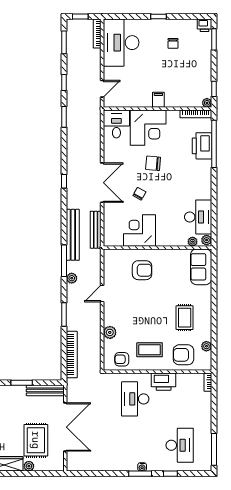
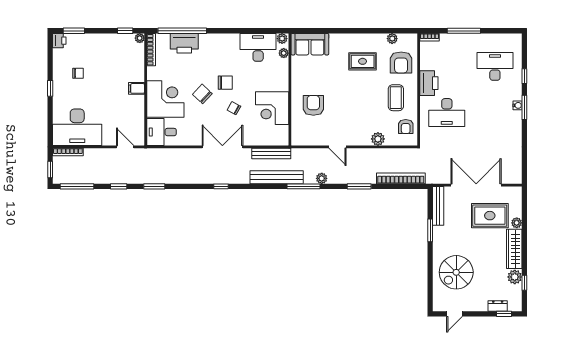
window: (64, 42) -> (77, 186), width x1.44
chair: (153, 163) -> (202, 94), turned 128
chair: (164, 185) -> (225, 83), added
window: (214, 449) -> (464, 31), moved

